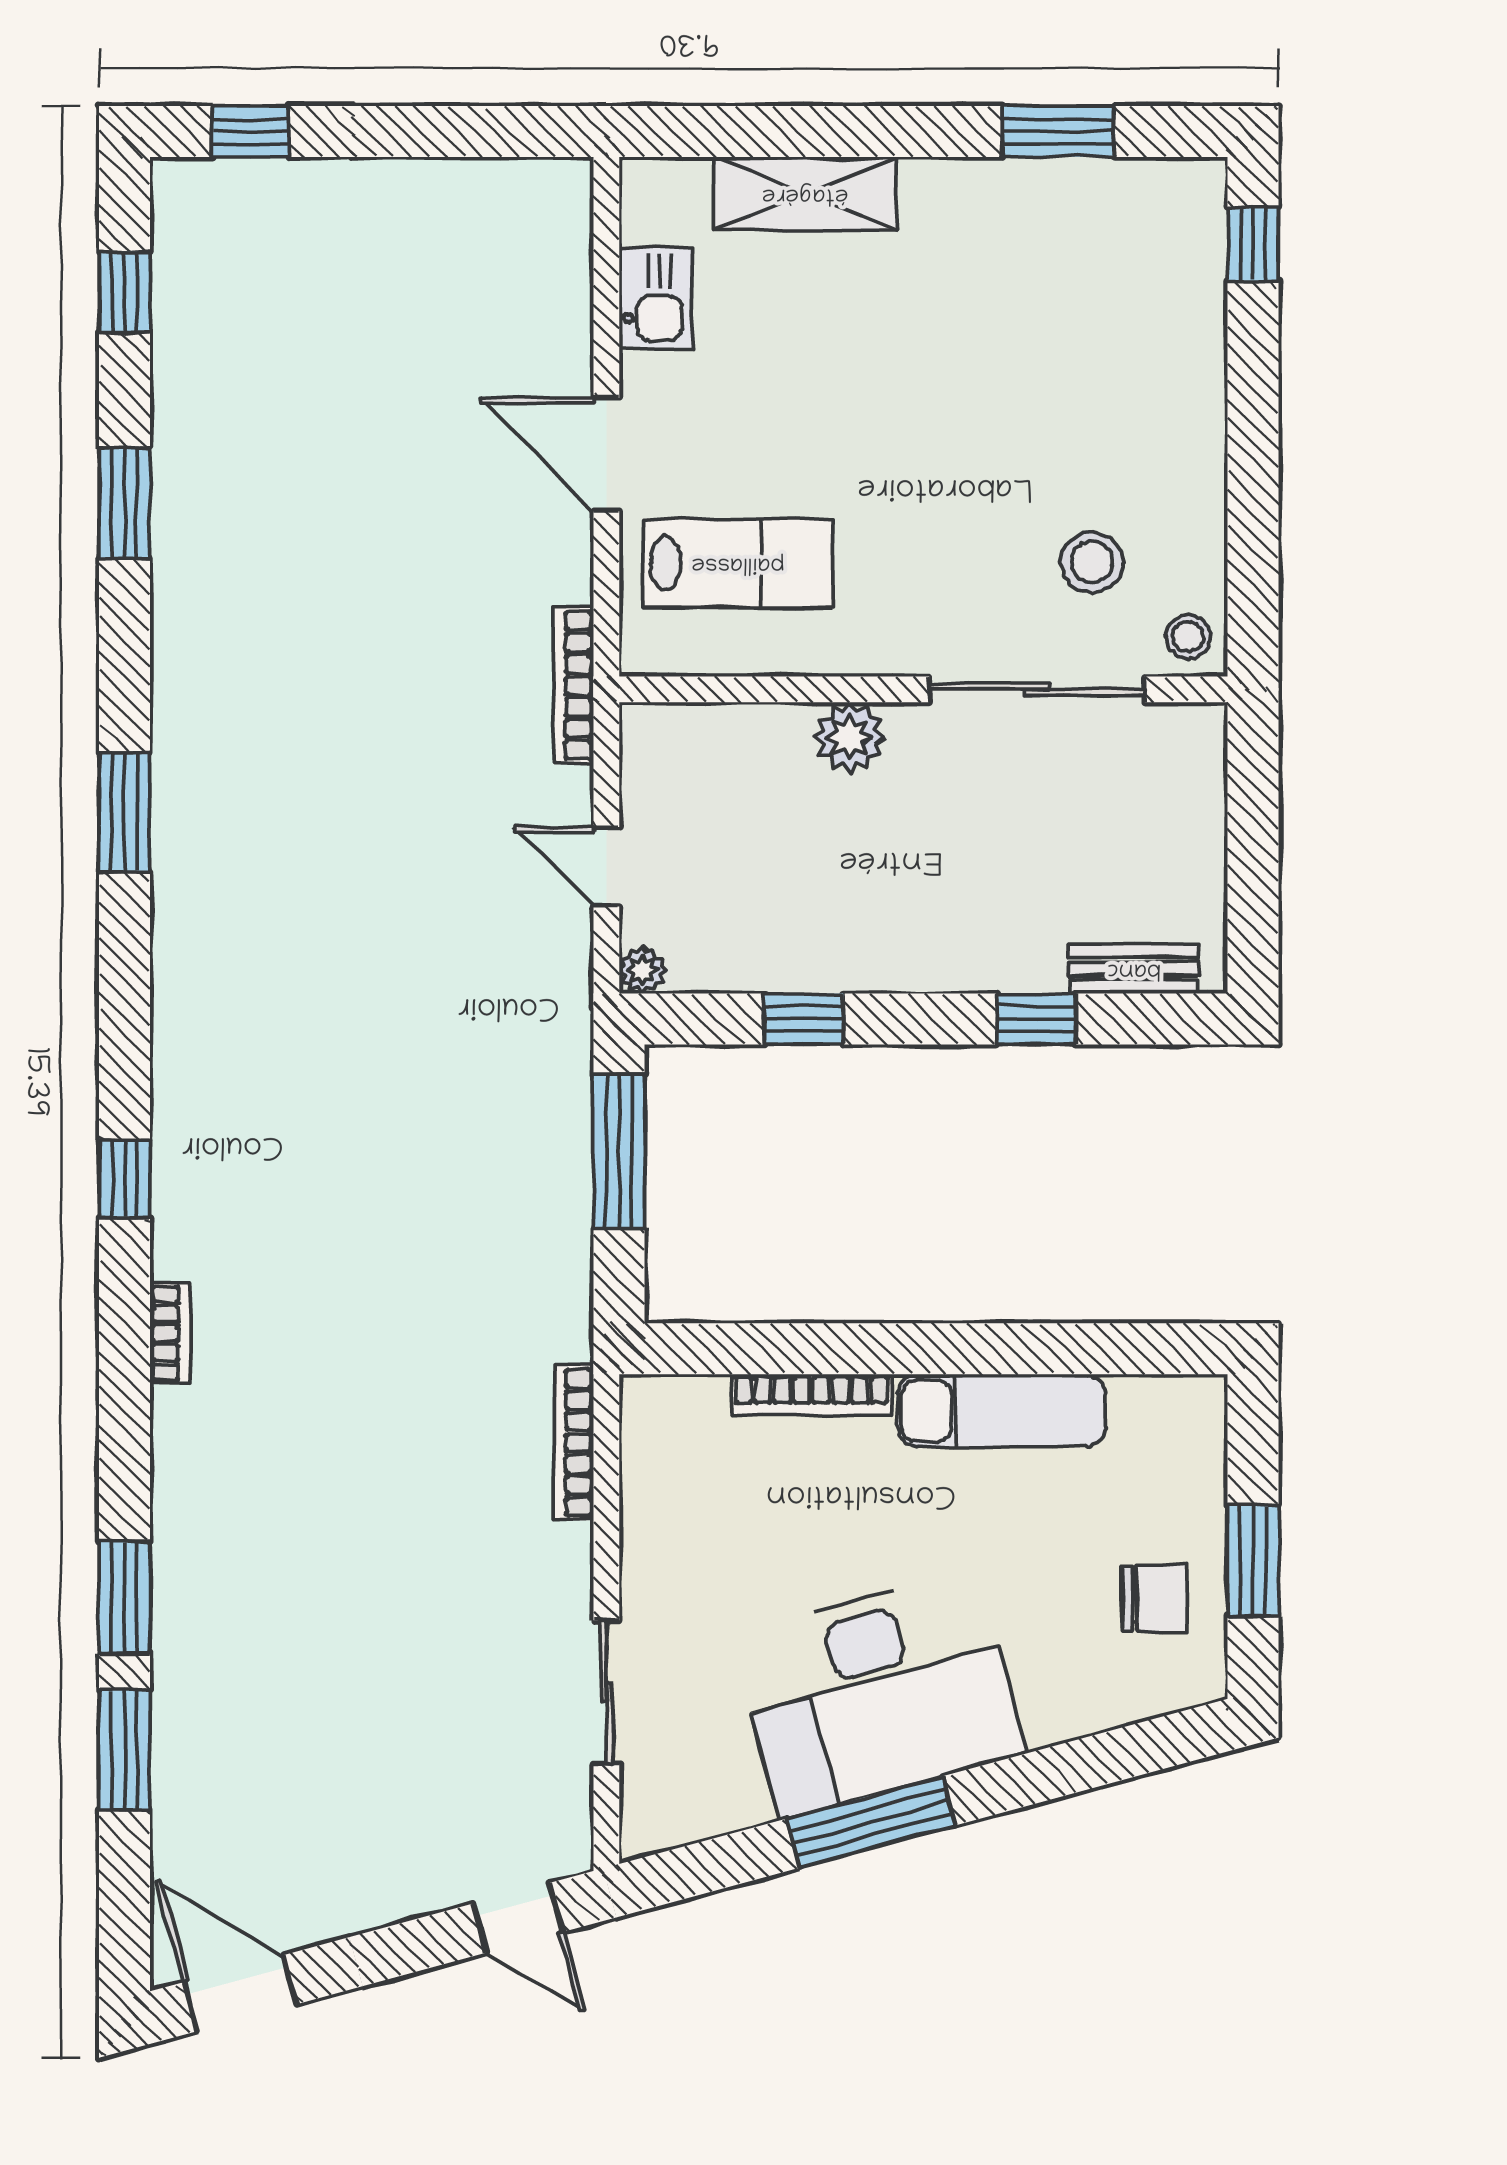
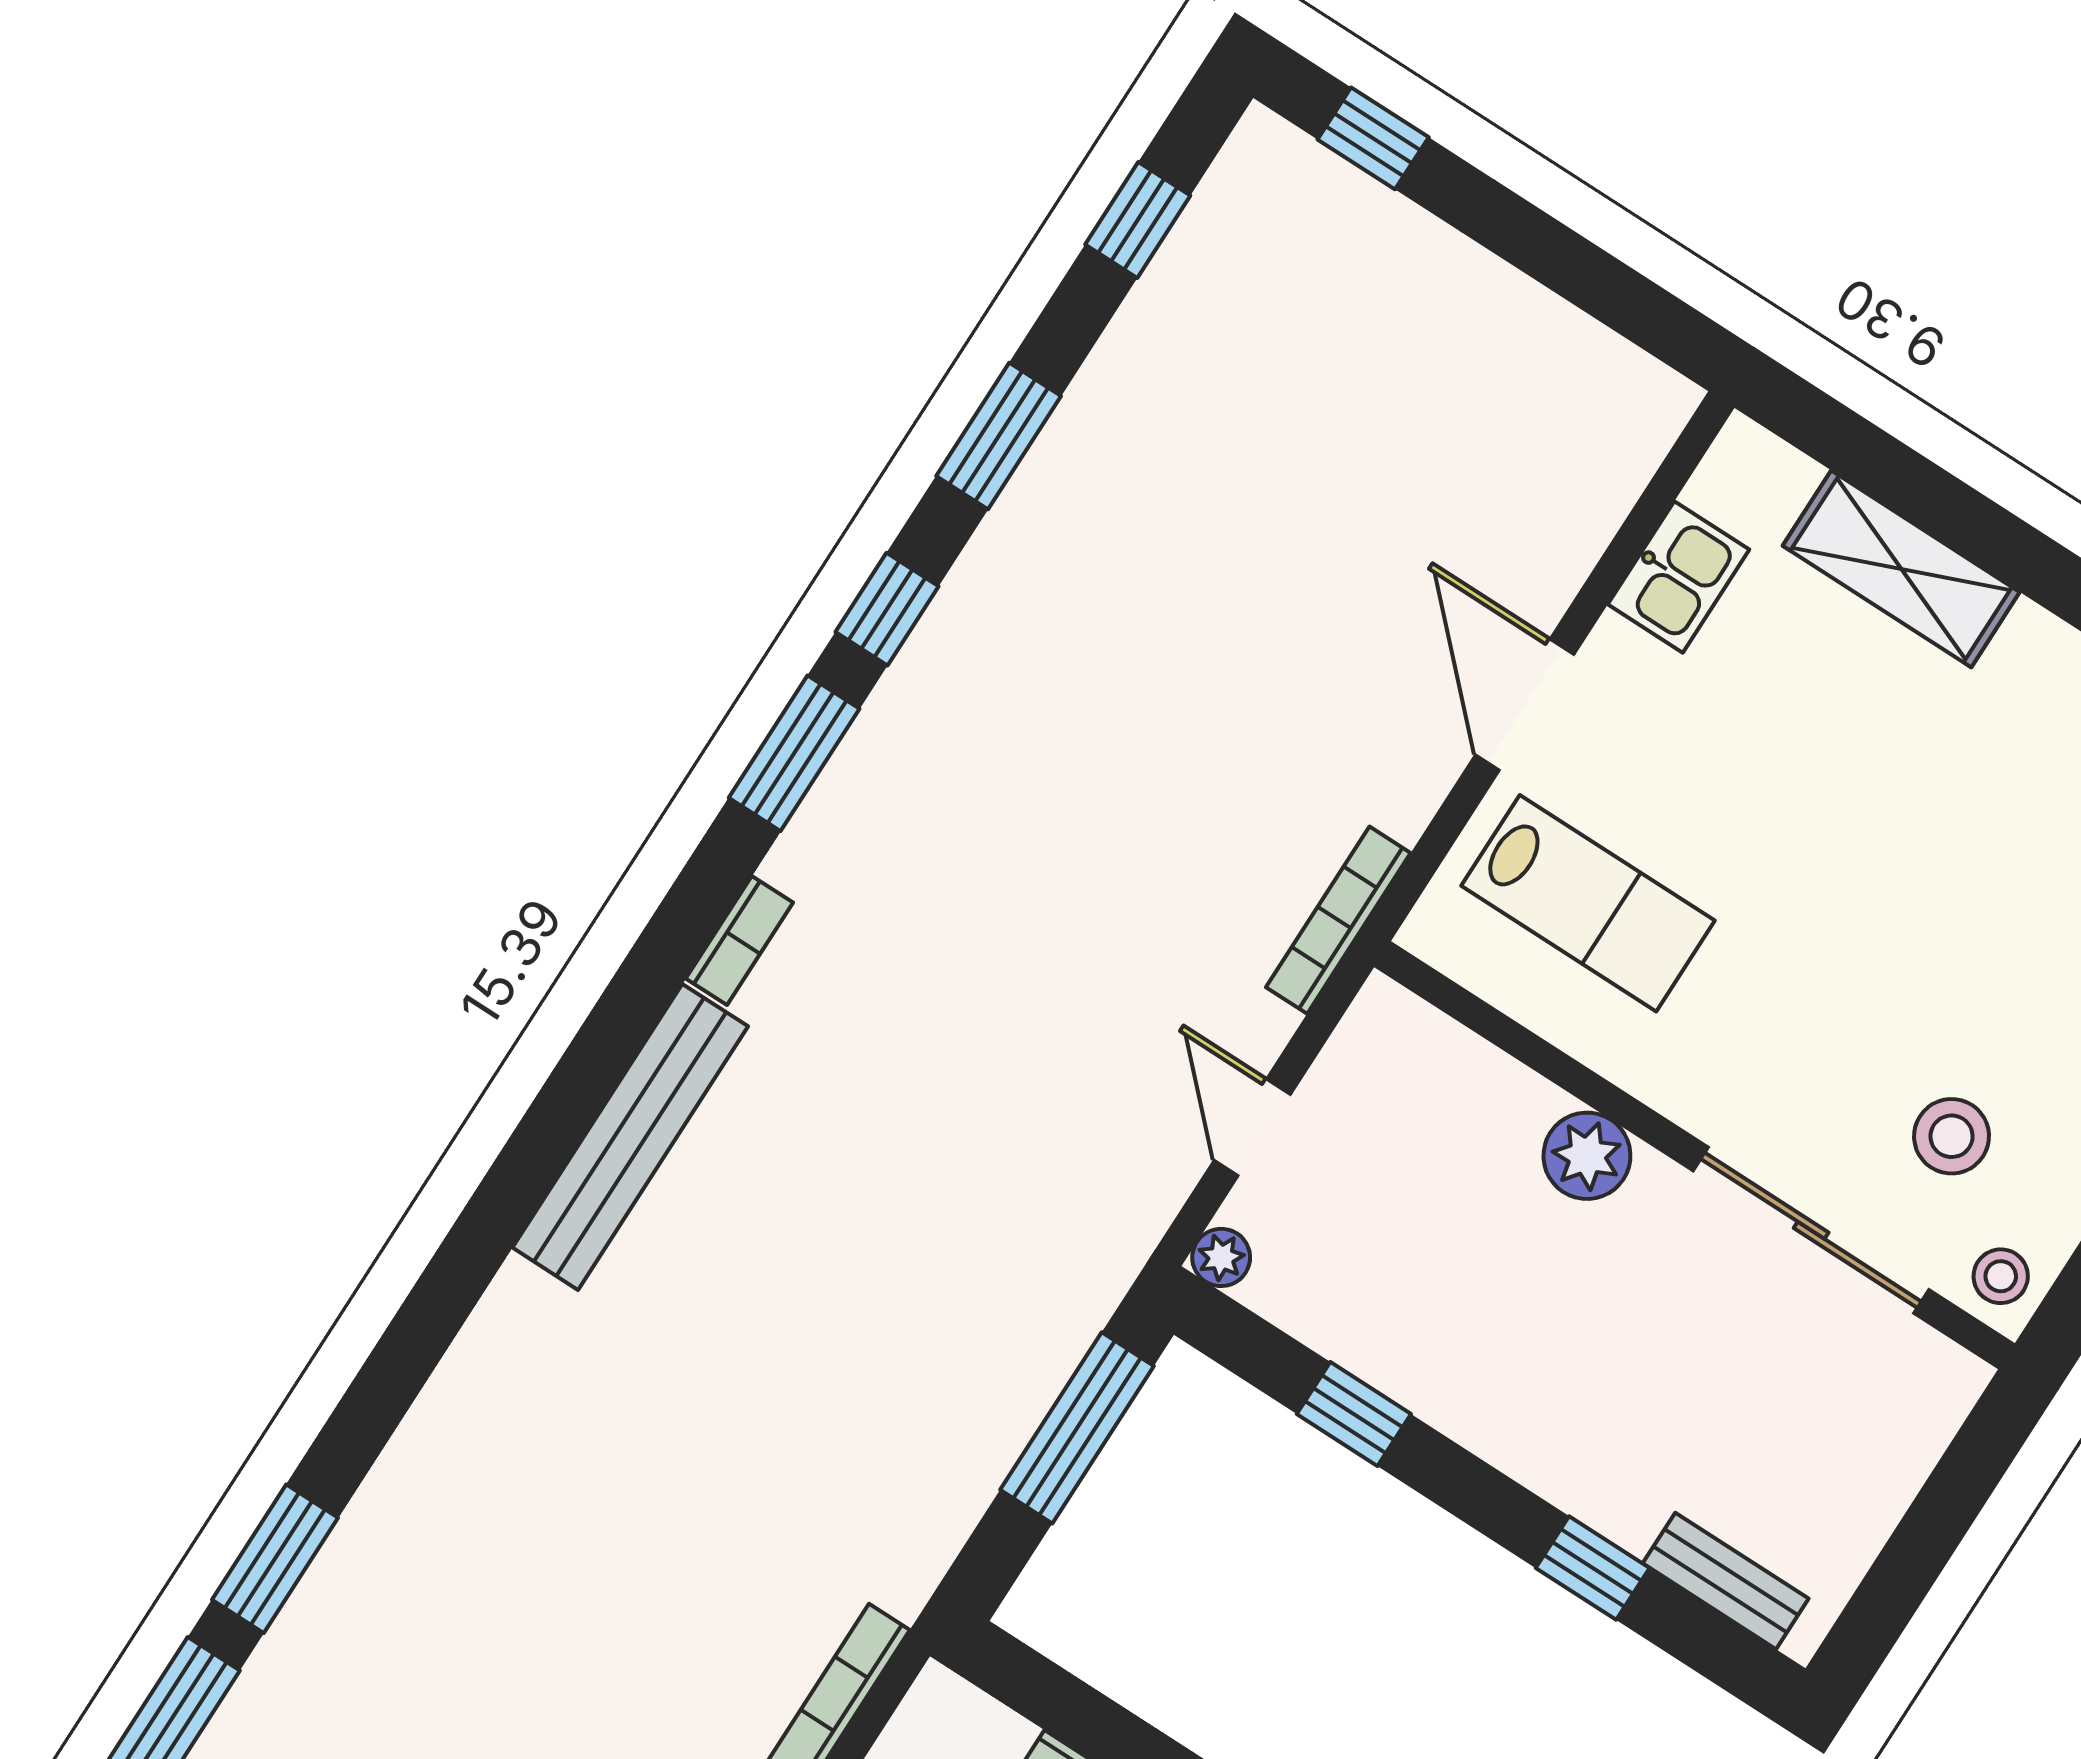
bench: (182, 1149) -> (630, 1137), added
window: (125, 1179) -> (887, 609), moved
bookcase: (170, 1333) -> (739, 940), moved

